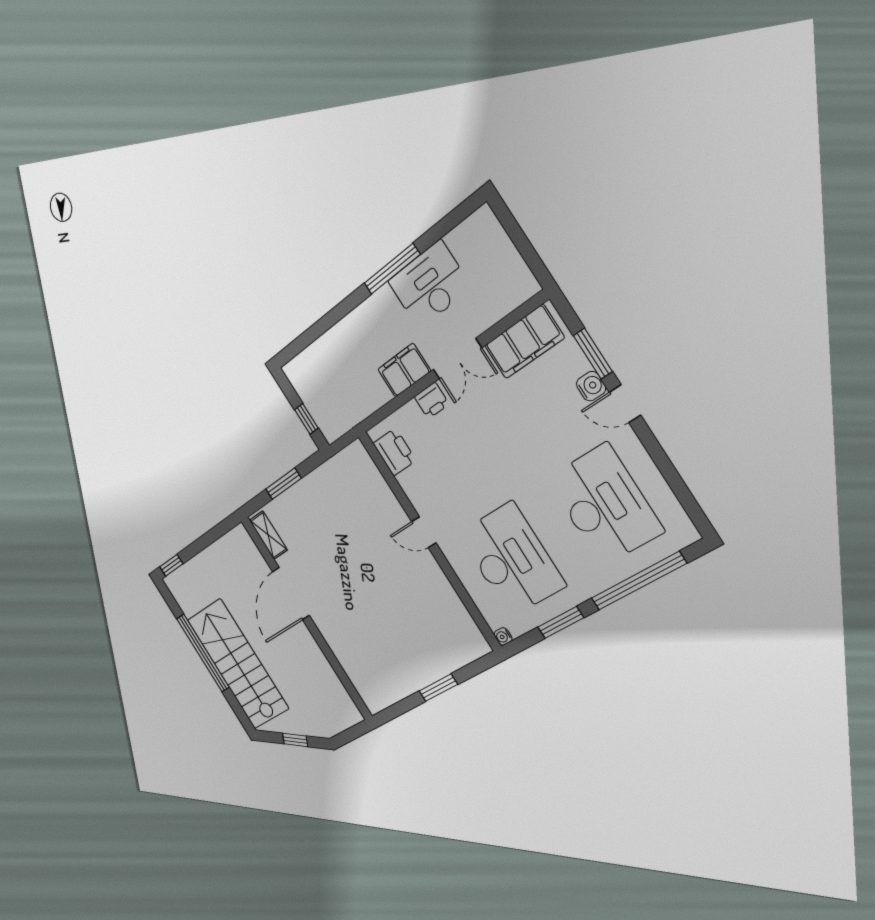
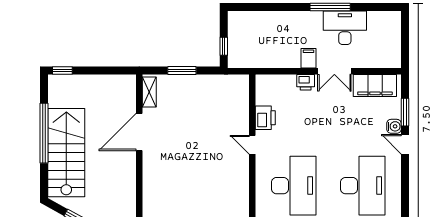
filing cabinet: (404, 370) -> (308, 58), width x0.50
printer: (395, 452) -> (265, 118), moved

